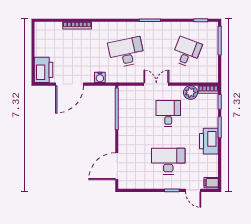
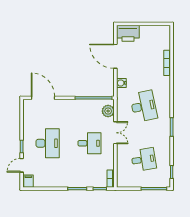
desk: (187, 52) -> (144, 160), turned -30
plant: (190, 92) -> (108, 111), moved
printer: (209, 141) -> (65, 179), removed

